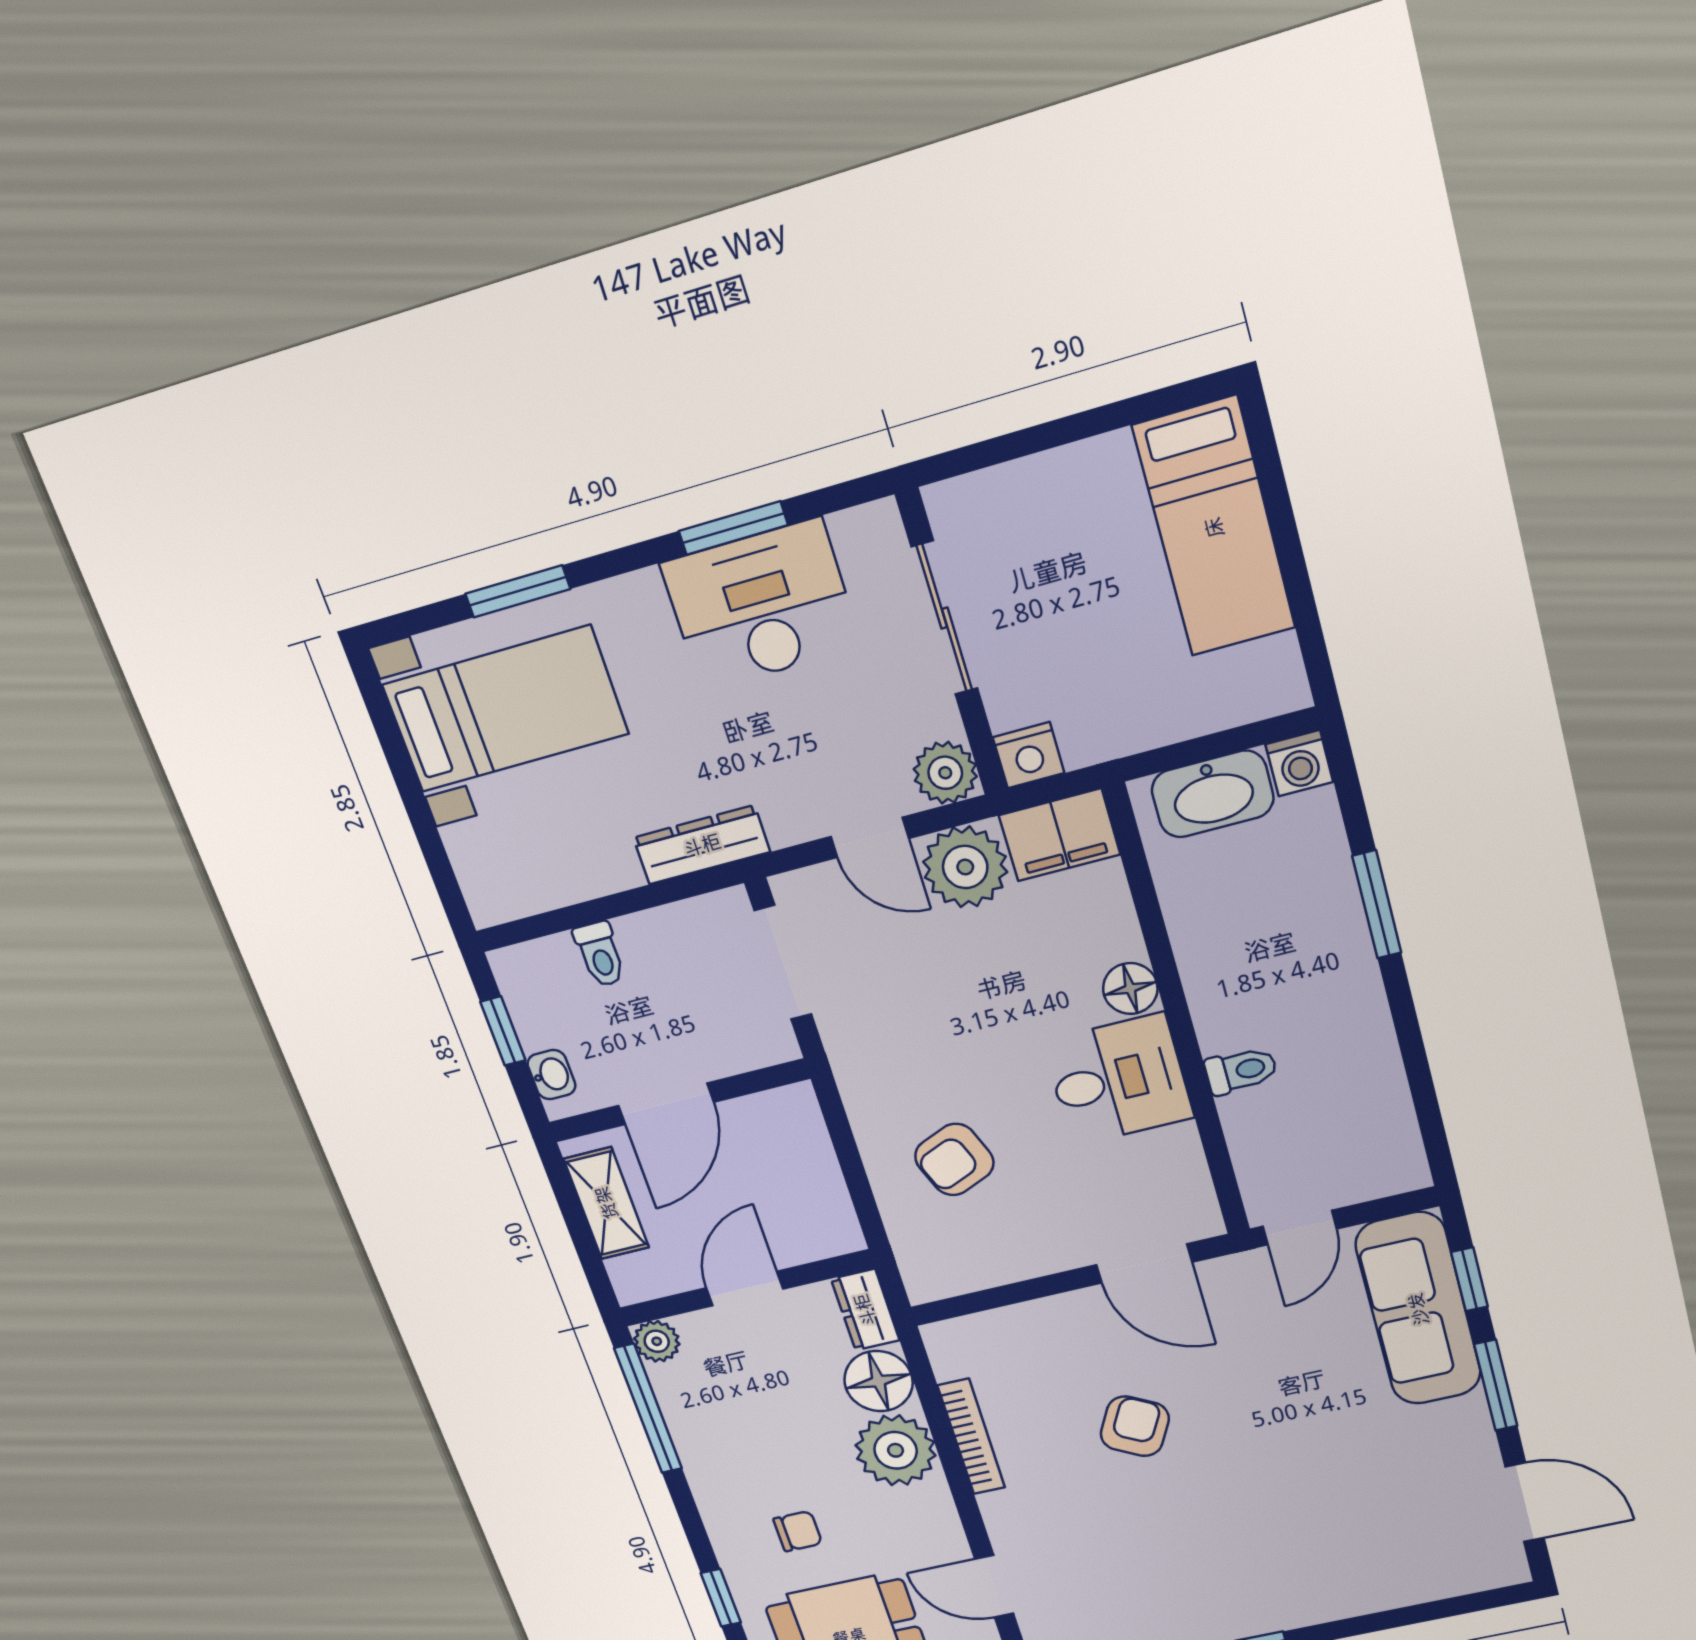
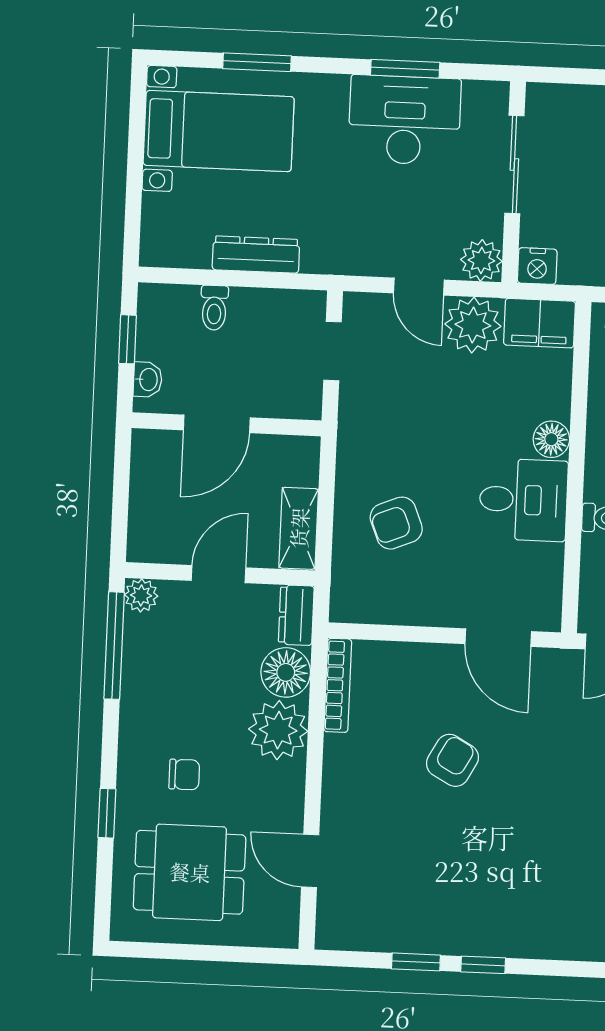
dresser: (702, 845) -> (256, 255), moved
doorway: (783, 962) -> (332, 351), width x0.73
shelving: (606, 1203) -> (299, 528), moved
bookcase: (971, 1437) -> (338, 685), moved

